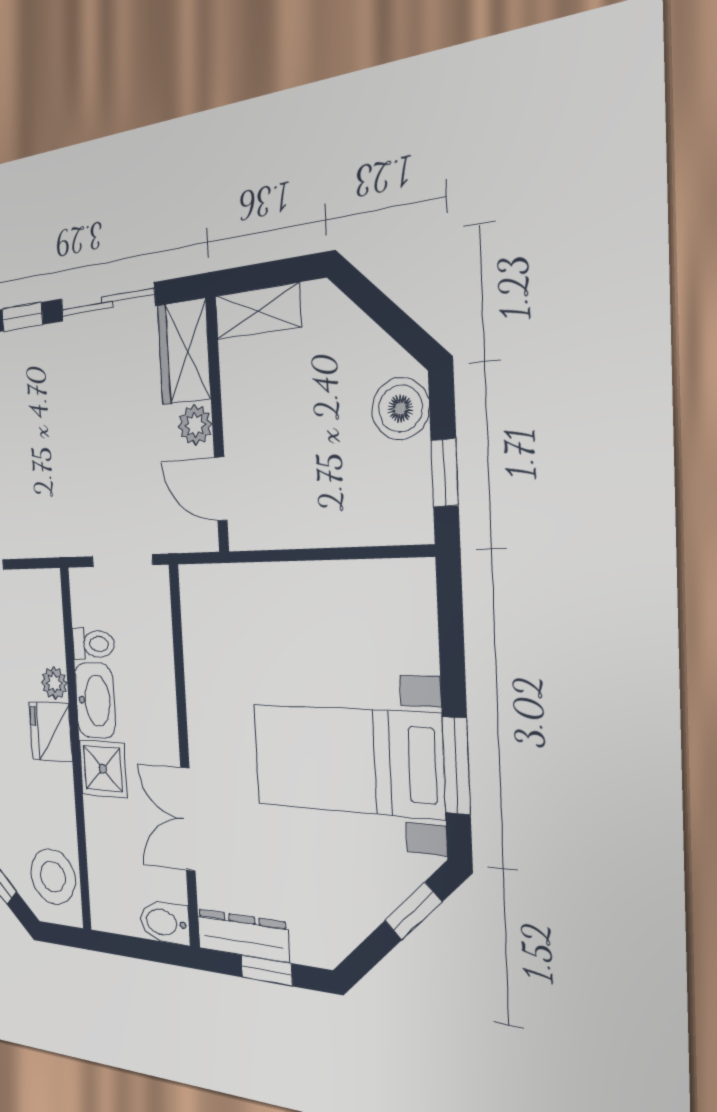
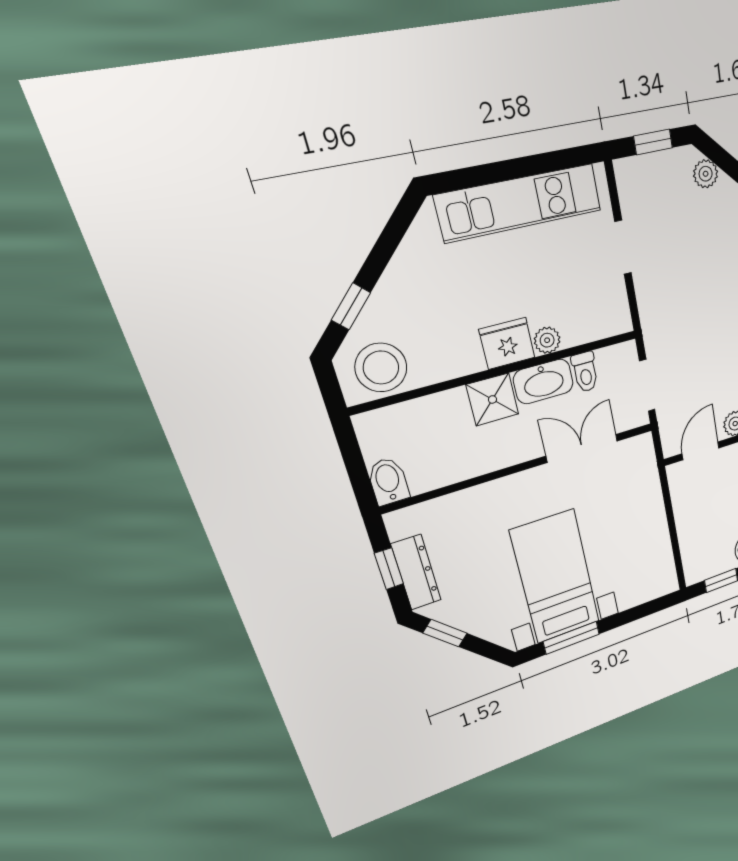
double door: (188, 819) -> (582, 448), moved
window: (413, 911) -> (445, 633), moved
dresser: (243, 935) -> (416, 572), moved

